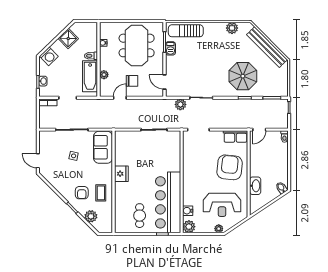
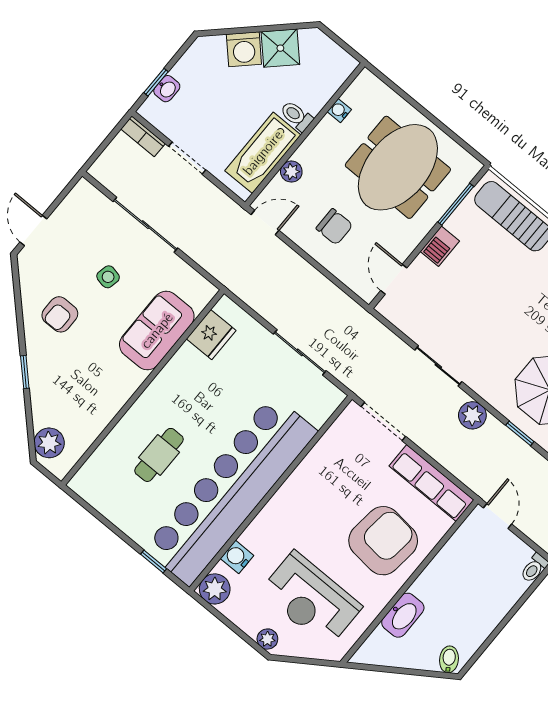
barbecue: (170, 48) -> (440, 246), moved
washing machine: (49, 56) -> (244, 49), moved
door: (120, 98) -> (265, 223), moved
plant: (180, 104) -> (472, 415), moved
door: (259, 130) -> (498, 516), swing flipped
row of seats: (235, 136) -> (431, 483), width x1.48
sofa: (103, 147) -> (157, 331), moved
fridge: (121, 174) -> (211, 335), moved
armchair: (82, 193) -> (60, 314), moved
coffee table: (101, 193) -> (102, 389), removed
bar counter: (168, 202) -> (231, 490), width x1.36
plant: (91, 216) -> (49, 443), moved
cafe table: (140, 216) -> (159, 455), moved

